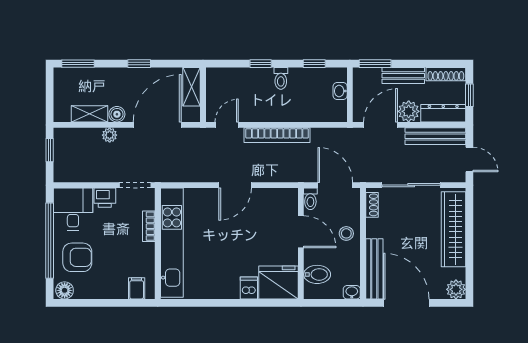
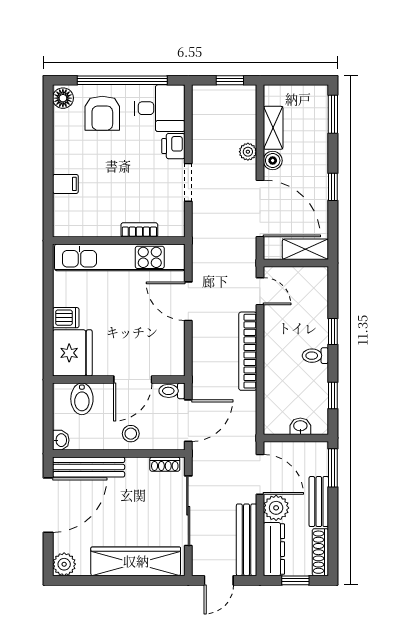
bookcase: (149, 226) -> (139, 230), moved
kitchen unit: (172, 243) -> (120, 257), moved
wall: (158, 244) -> (119, 241), moved

